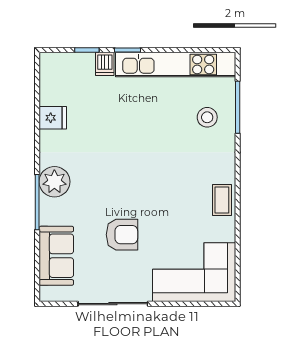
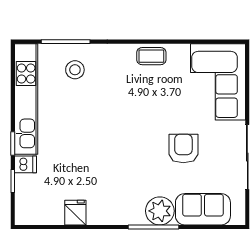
plant: (54, 182) -> (160, 211), moved

